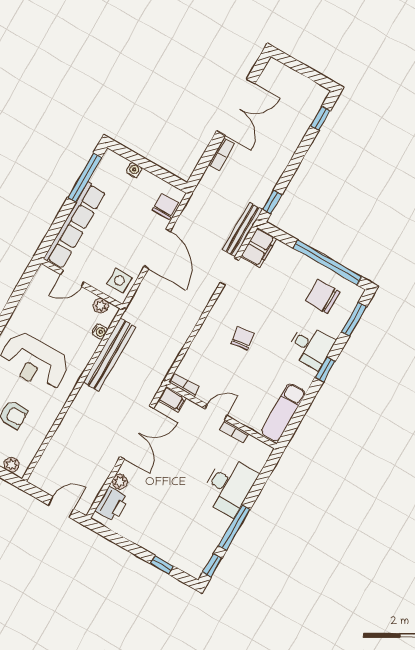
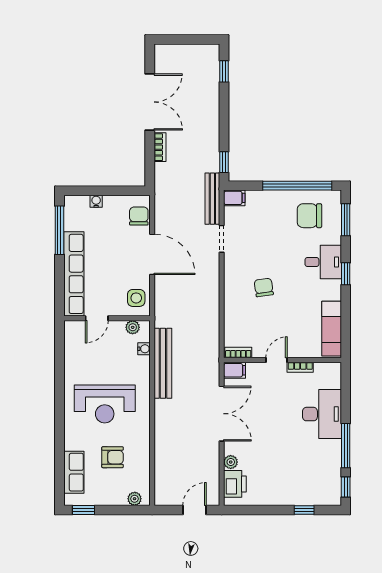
filing cabinet: (259, 248) -> (234, 198), width x0.50

